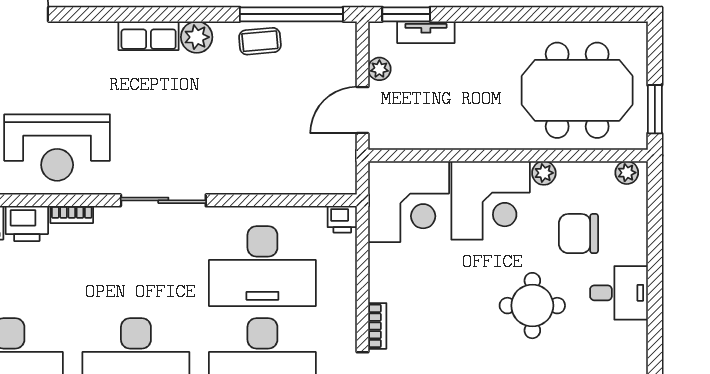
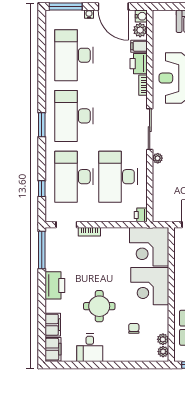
plant: (544, 173) -> (163, 339), moved
plant: (224, 184) -> (158, 158), added
chair: (578, 234) -> (134, 328), width x0.54, depth x0.54
desk: (619, 293) -> (90, 348), moved

